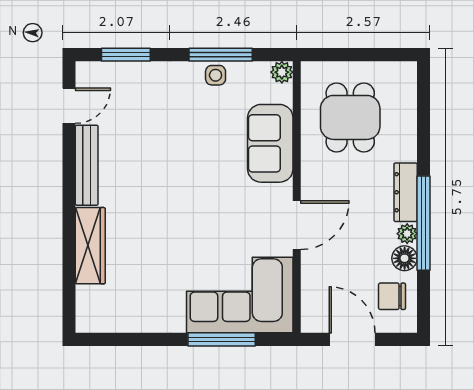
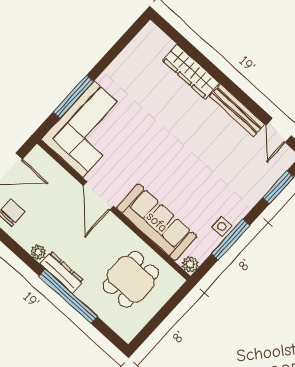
dining table: (350, 117) -> (131, 279), turned 90
sofa: (270, 143) -> (157, 222), width x1.36
window: (424, 223) -> (68, 296), moved
floor lamp: (405, 258) -> (26, 238), removed

